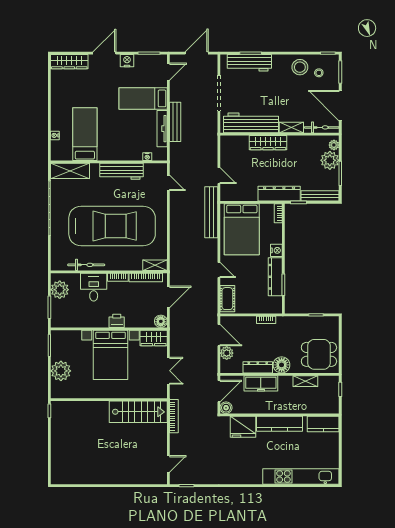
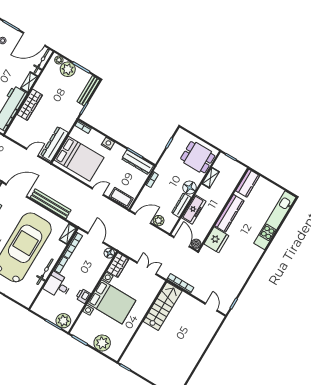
door: (168, 183) -> (16, 190), width x1.88
dresser: (279, 194) -> (54, 144), moved
bench: (211, 212) -> (51, 204), moved
bicycle: (86, 265) -> (45, 272), moved
dresser: (275, 277) -> (137, 162), moved
plant: (60, 290) -> (63, 321), moved
printer: (117, 321) -> (83, 296), moved
dining table: (319, 354) -> (198, 157), turned 90

